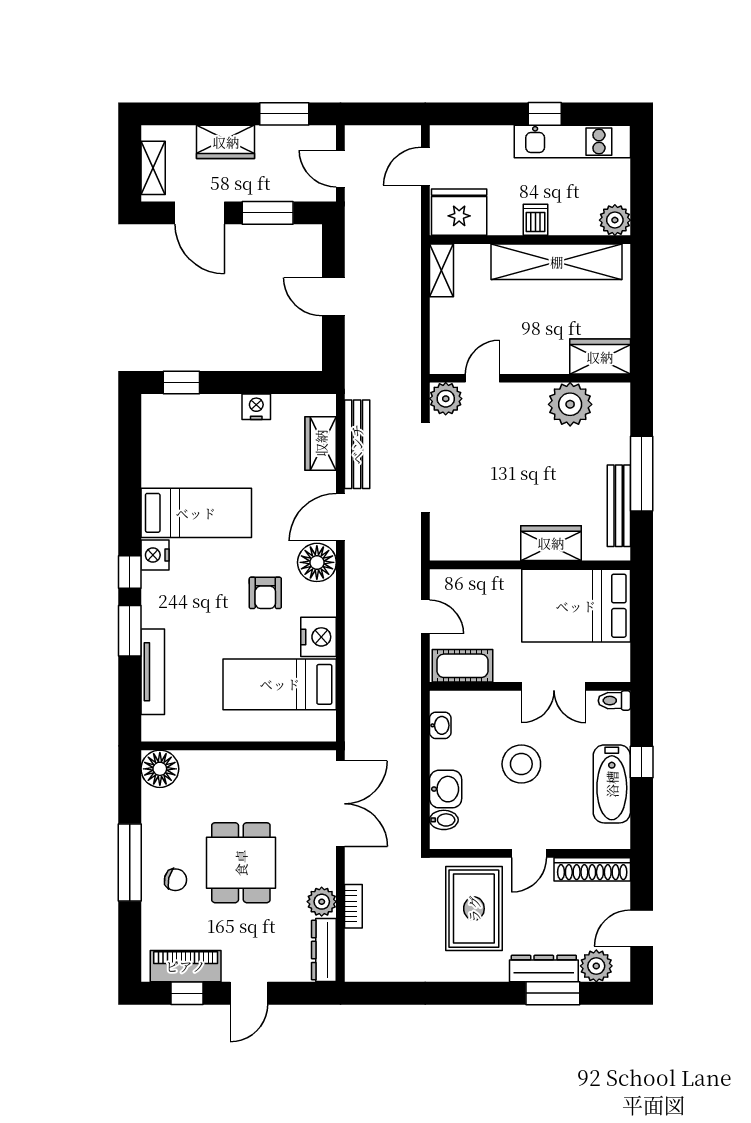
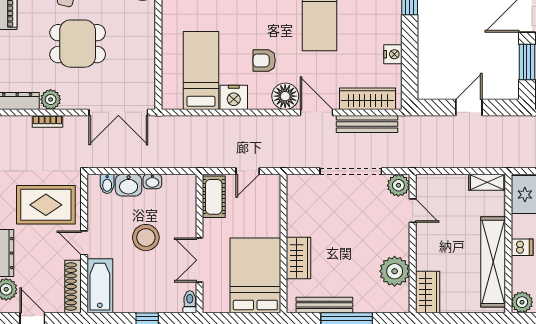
wardrobe: (321, 443) -> (368, 99), width x1.50
washbasin: (440, 725) -> (152, 181), moved
bathtub: (612, 784) -> (100, 286), moved, turned 90

